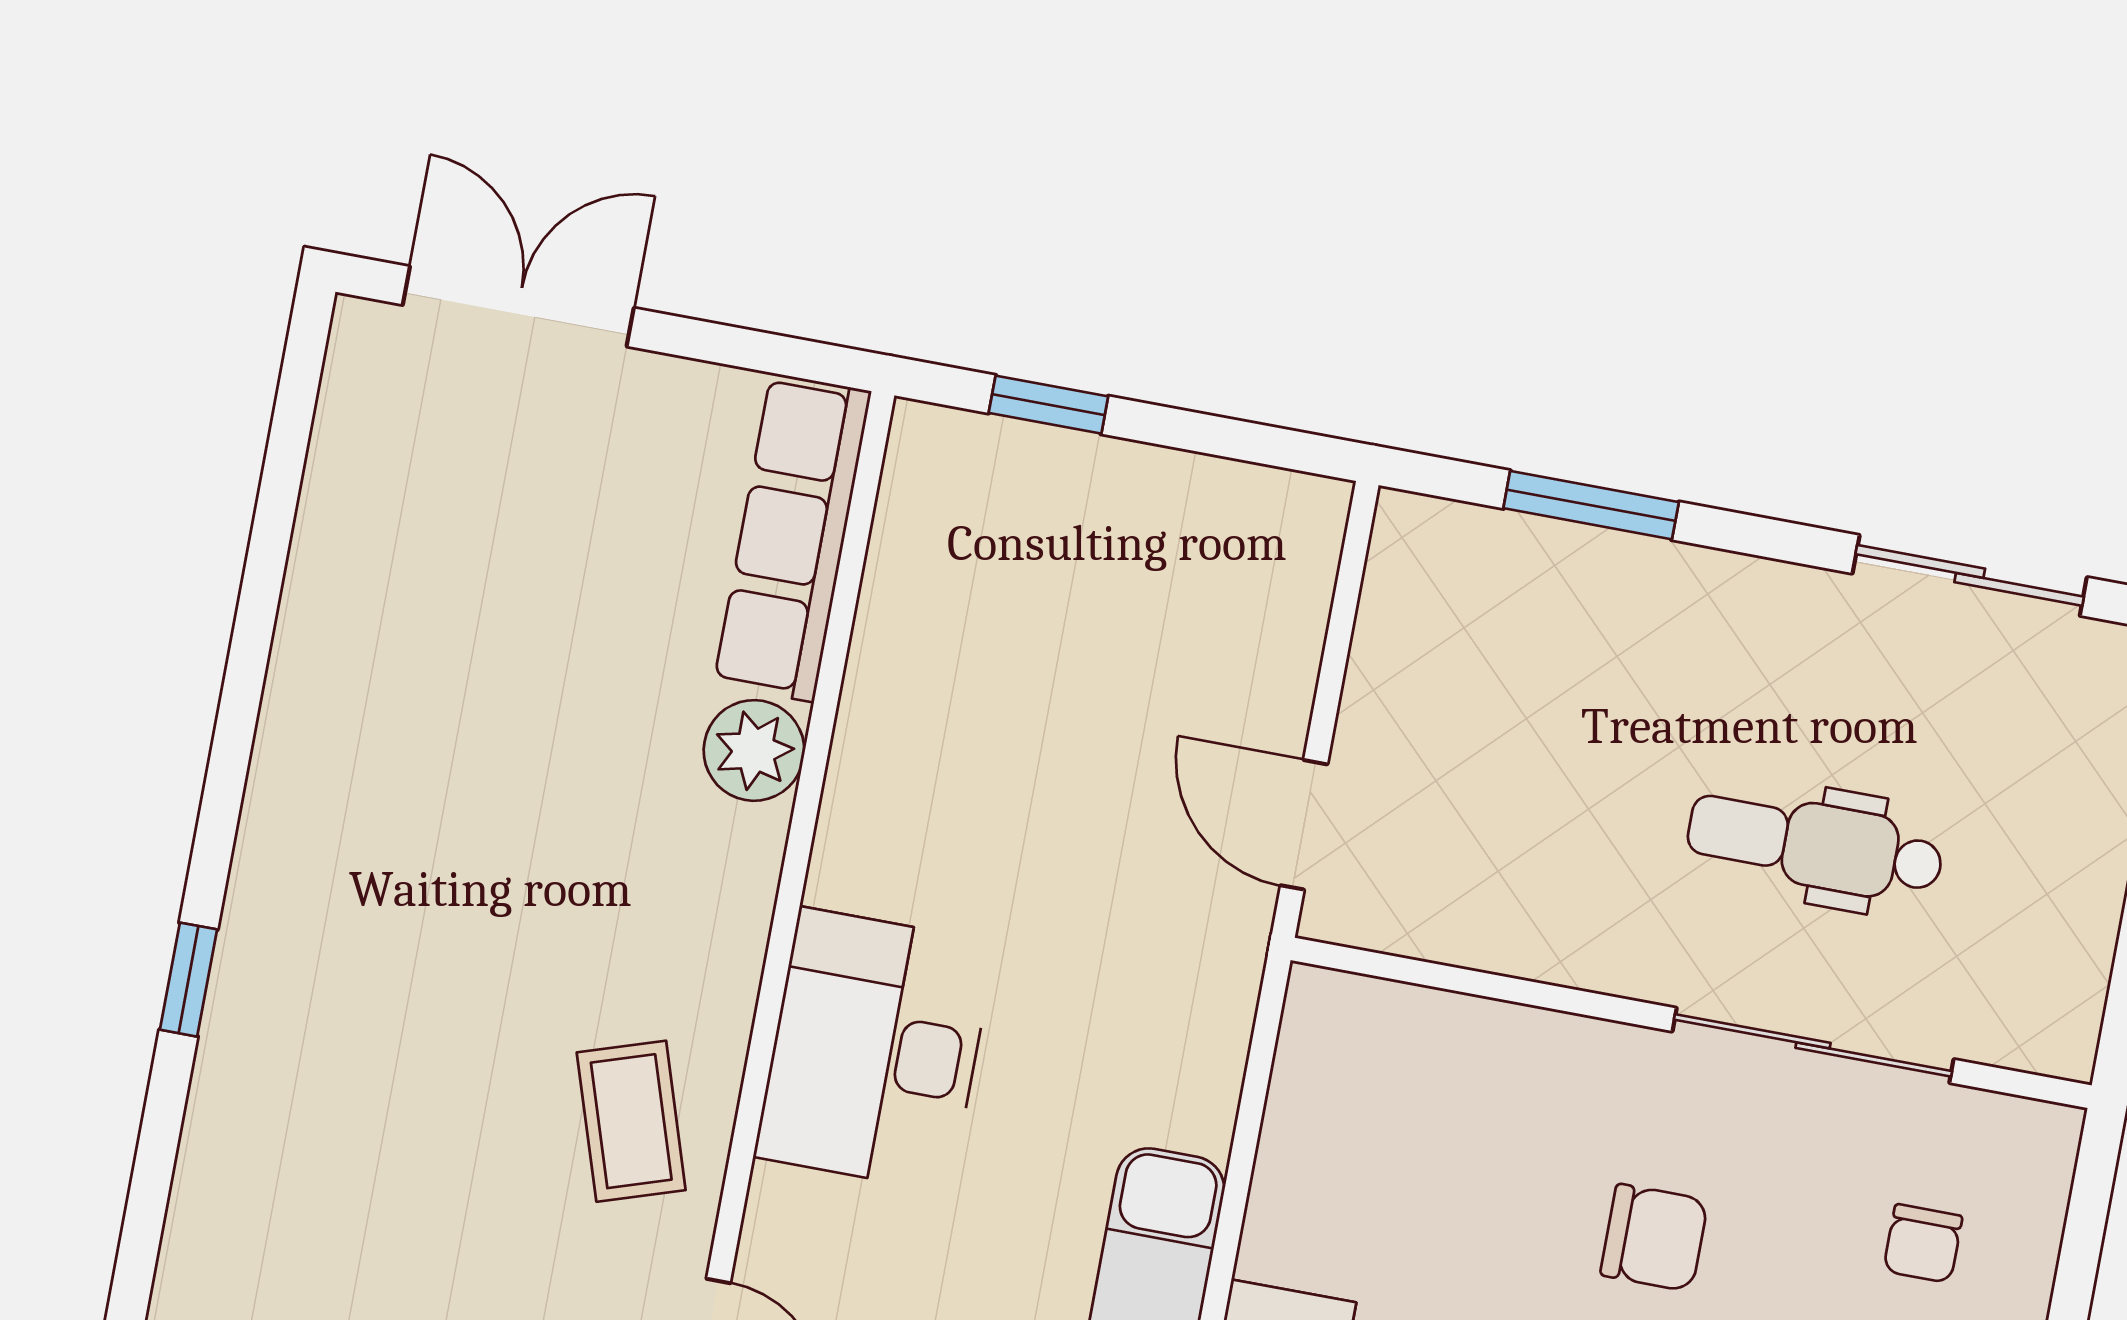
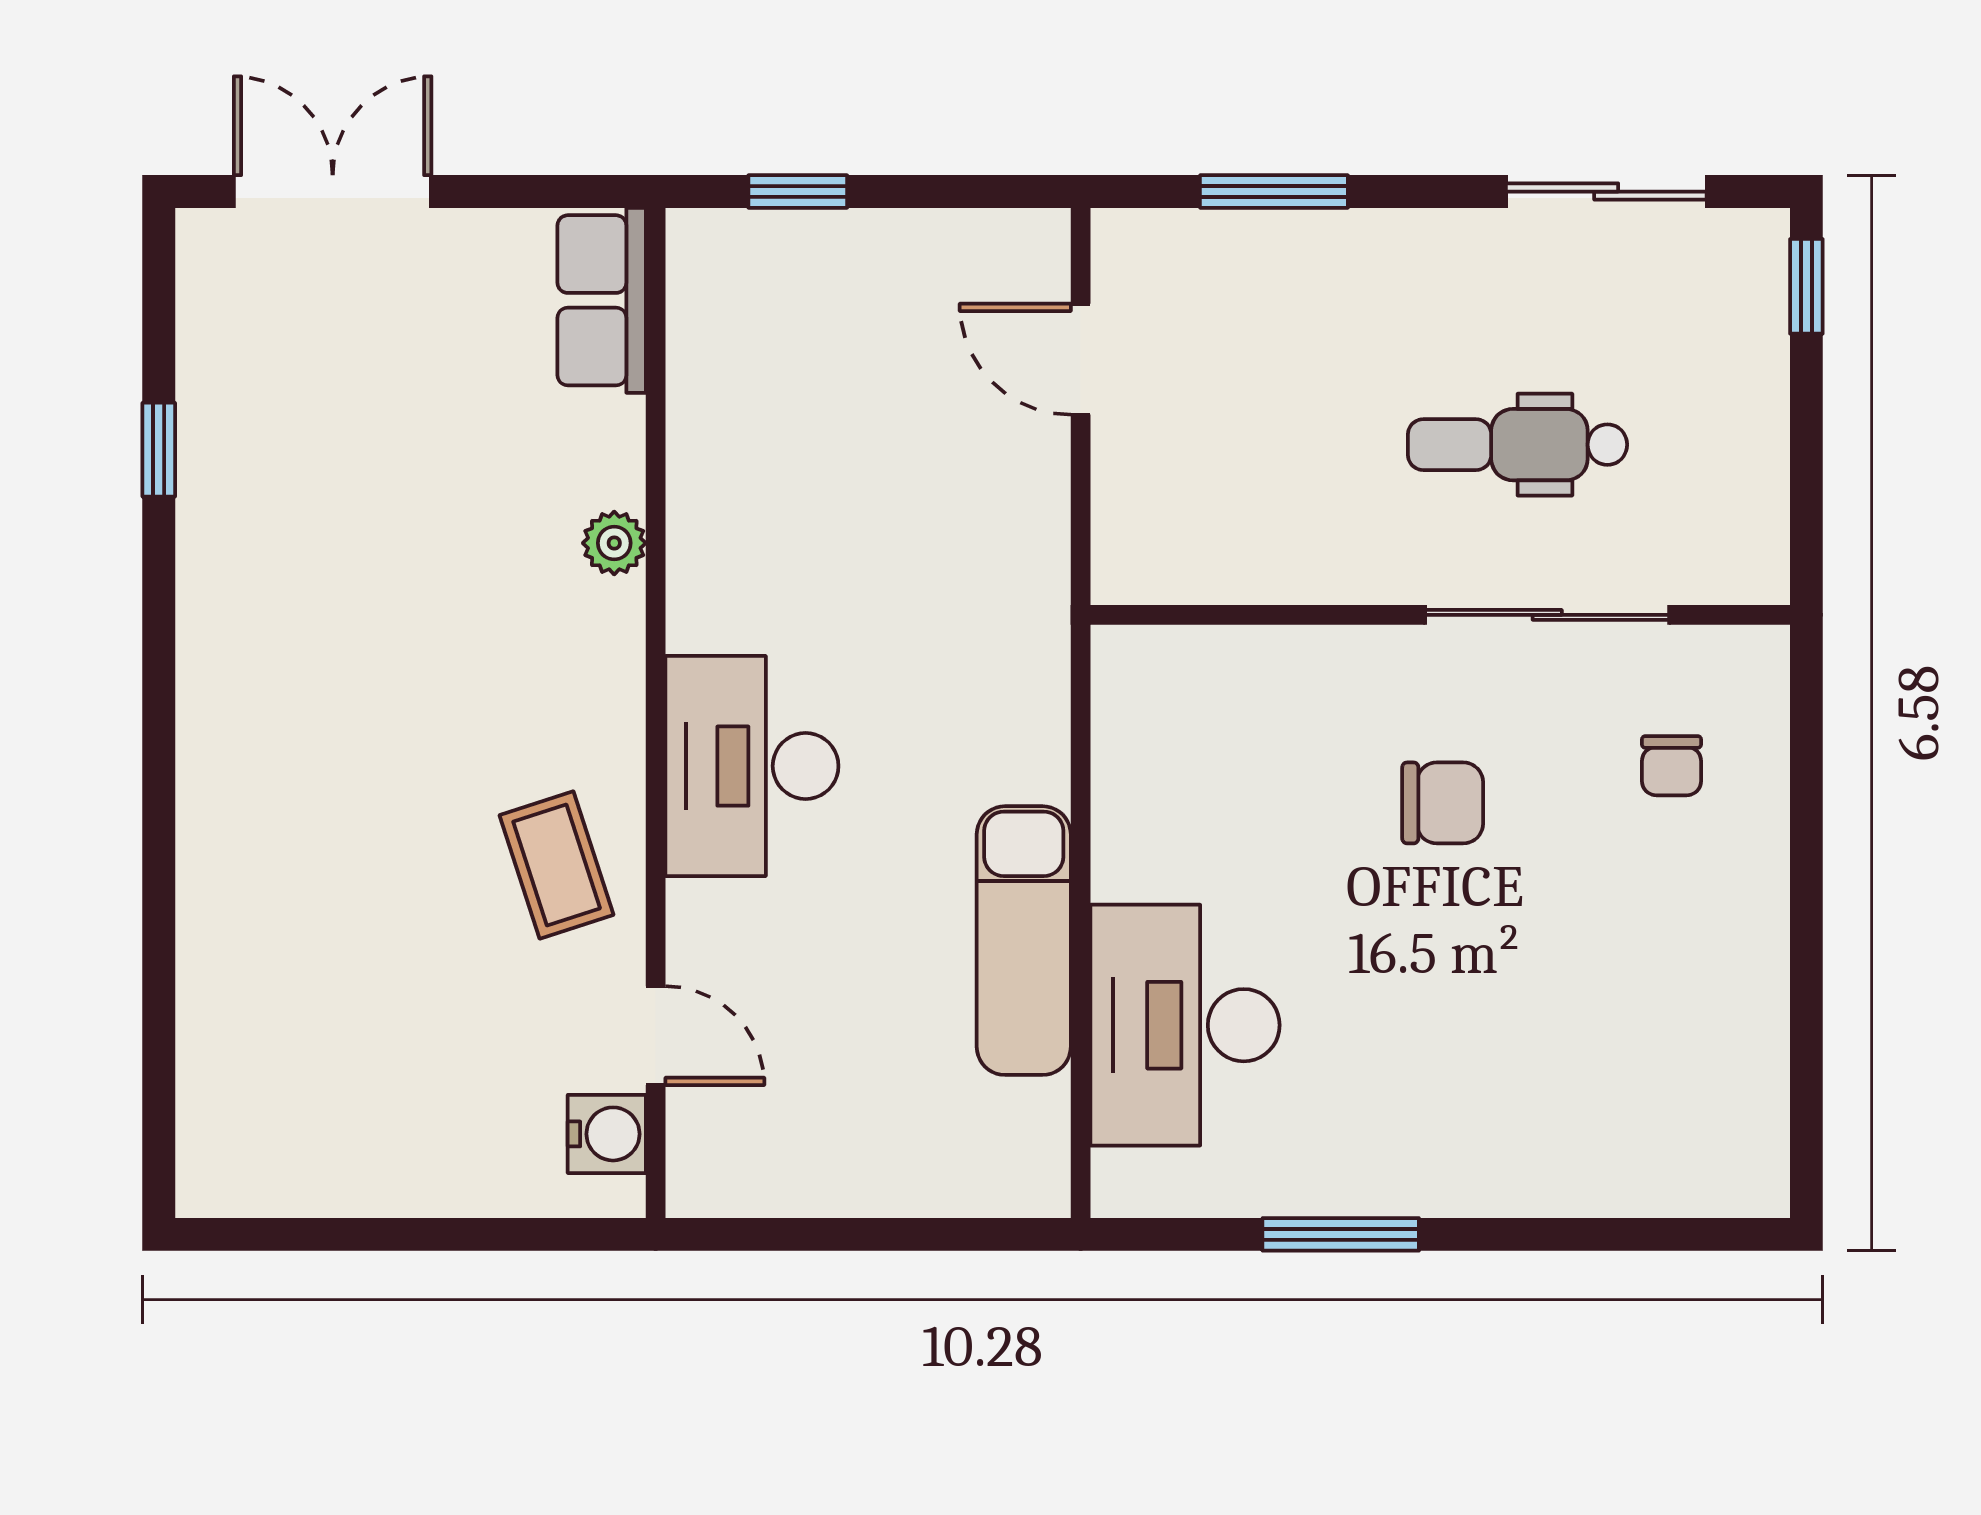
row of seats: (793, 538) -> (602, 300), width x0.68
plant: (754, 750) -> (614, 543), width x0.73, depth x0.73
door: (1304, 825) -> (1081, 359), moved
window: (189, 980) -> (159, 450), moved

